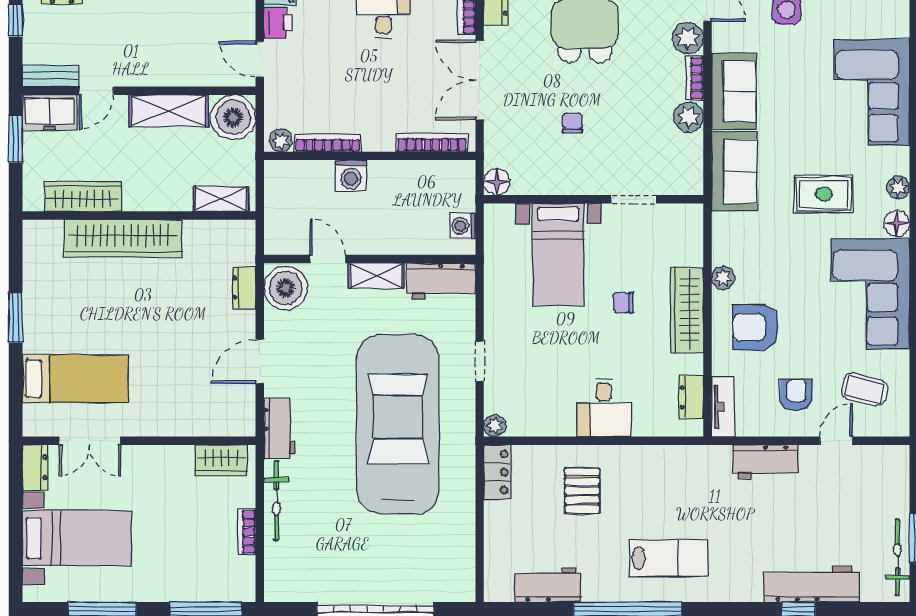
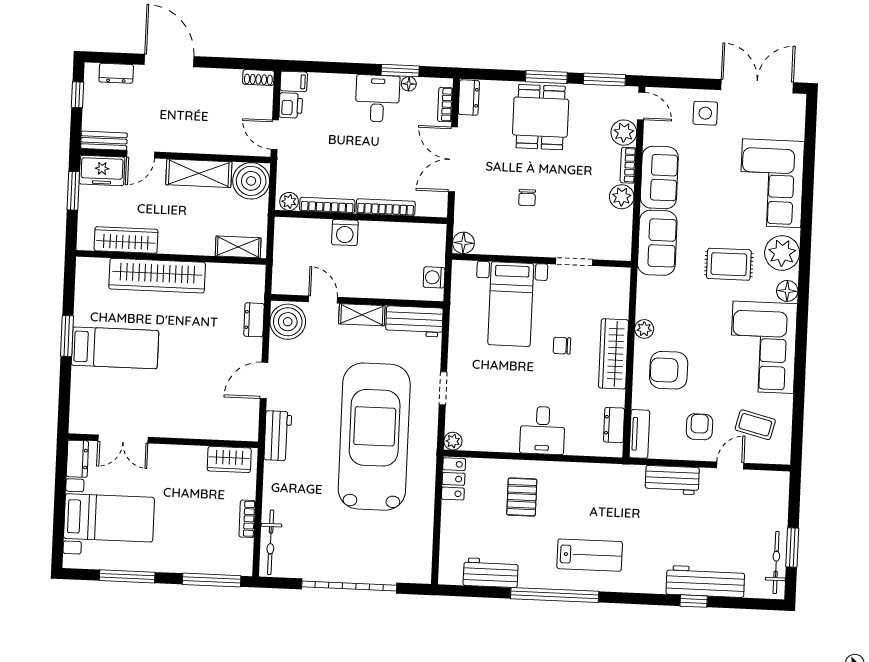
chair: (573, 123) -> (527, 198), turned 180
bookcase: (432, 143) -> (386, 207), moved
plant: (898, 187) -> (782, 253), width x1.87, depth x1.87
bed: (75, 379) -> (115, 348), moved
bicycle: (276, 501) -> (271, 542), moved

